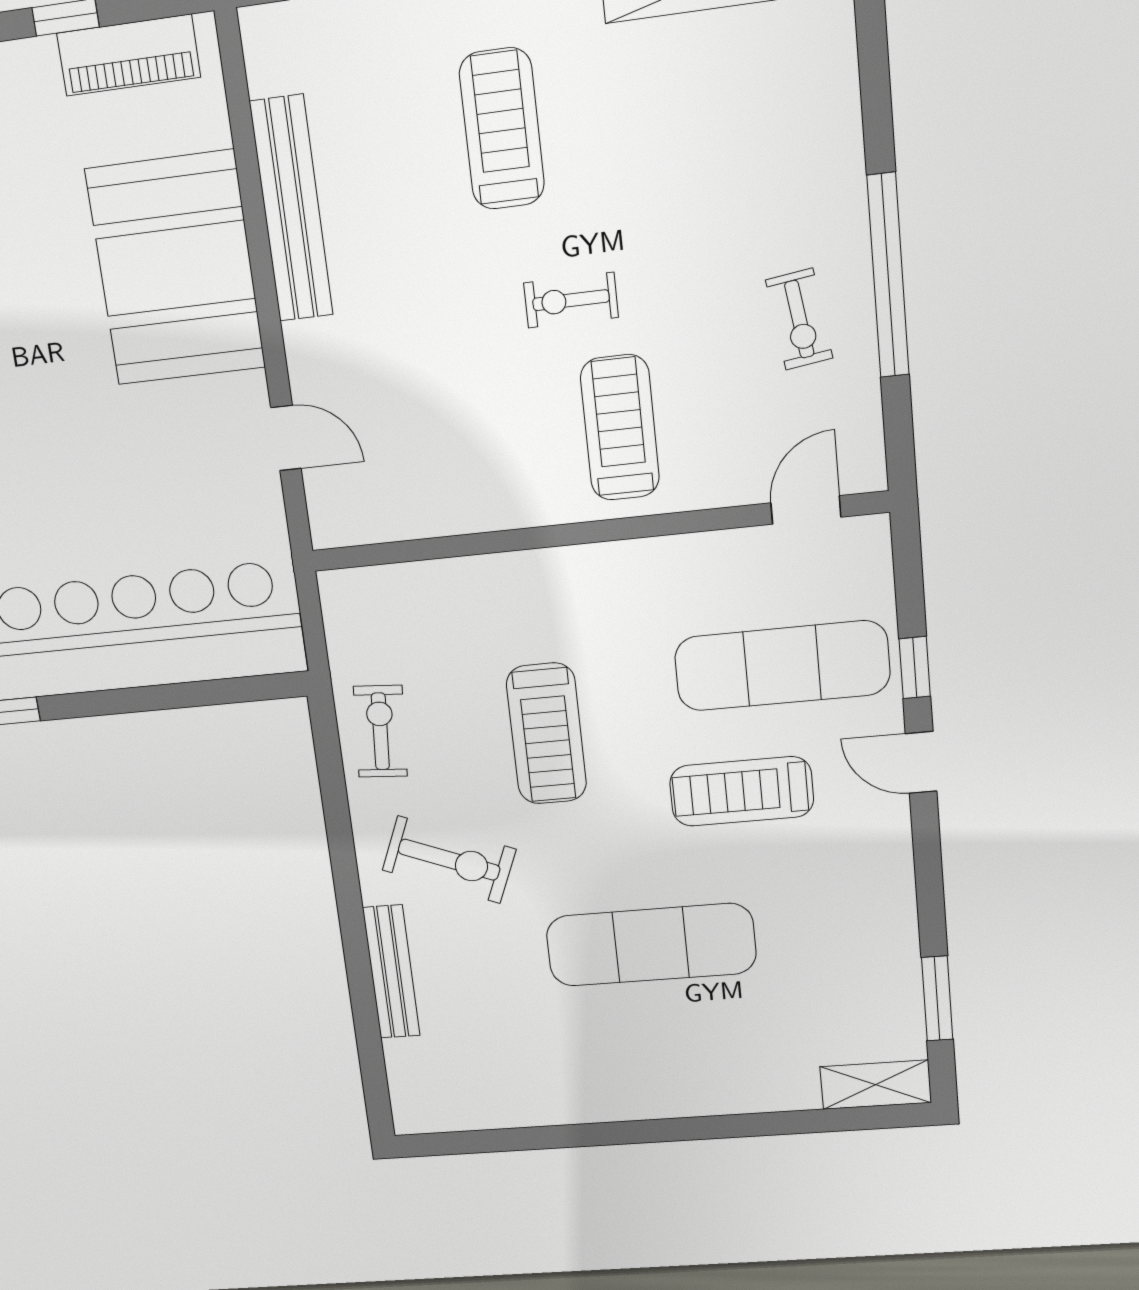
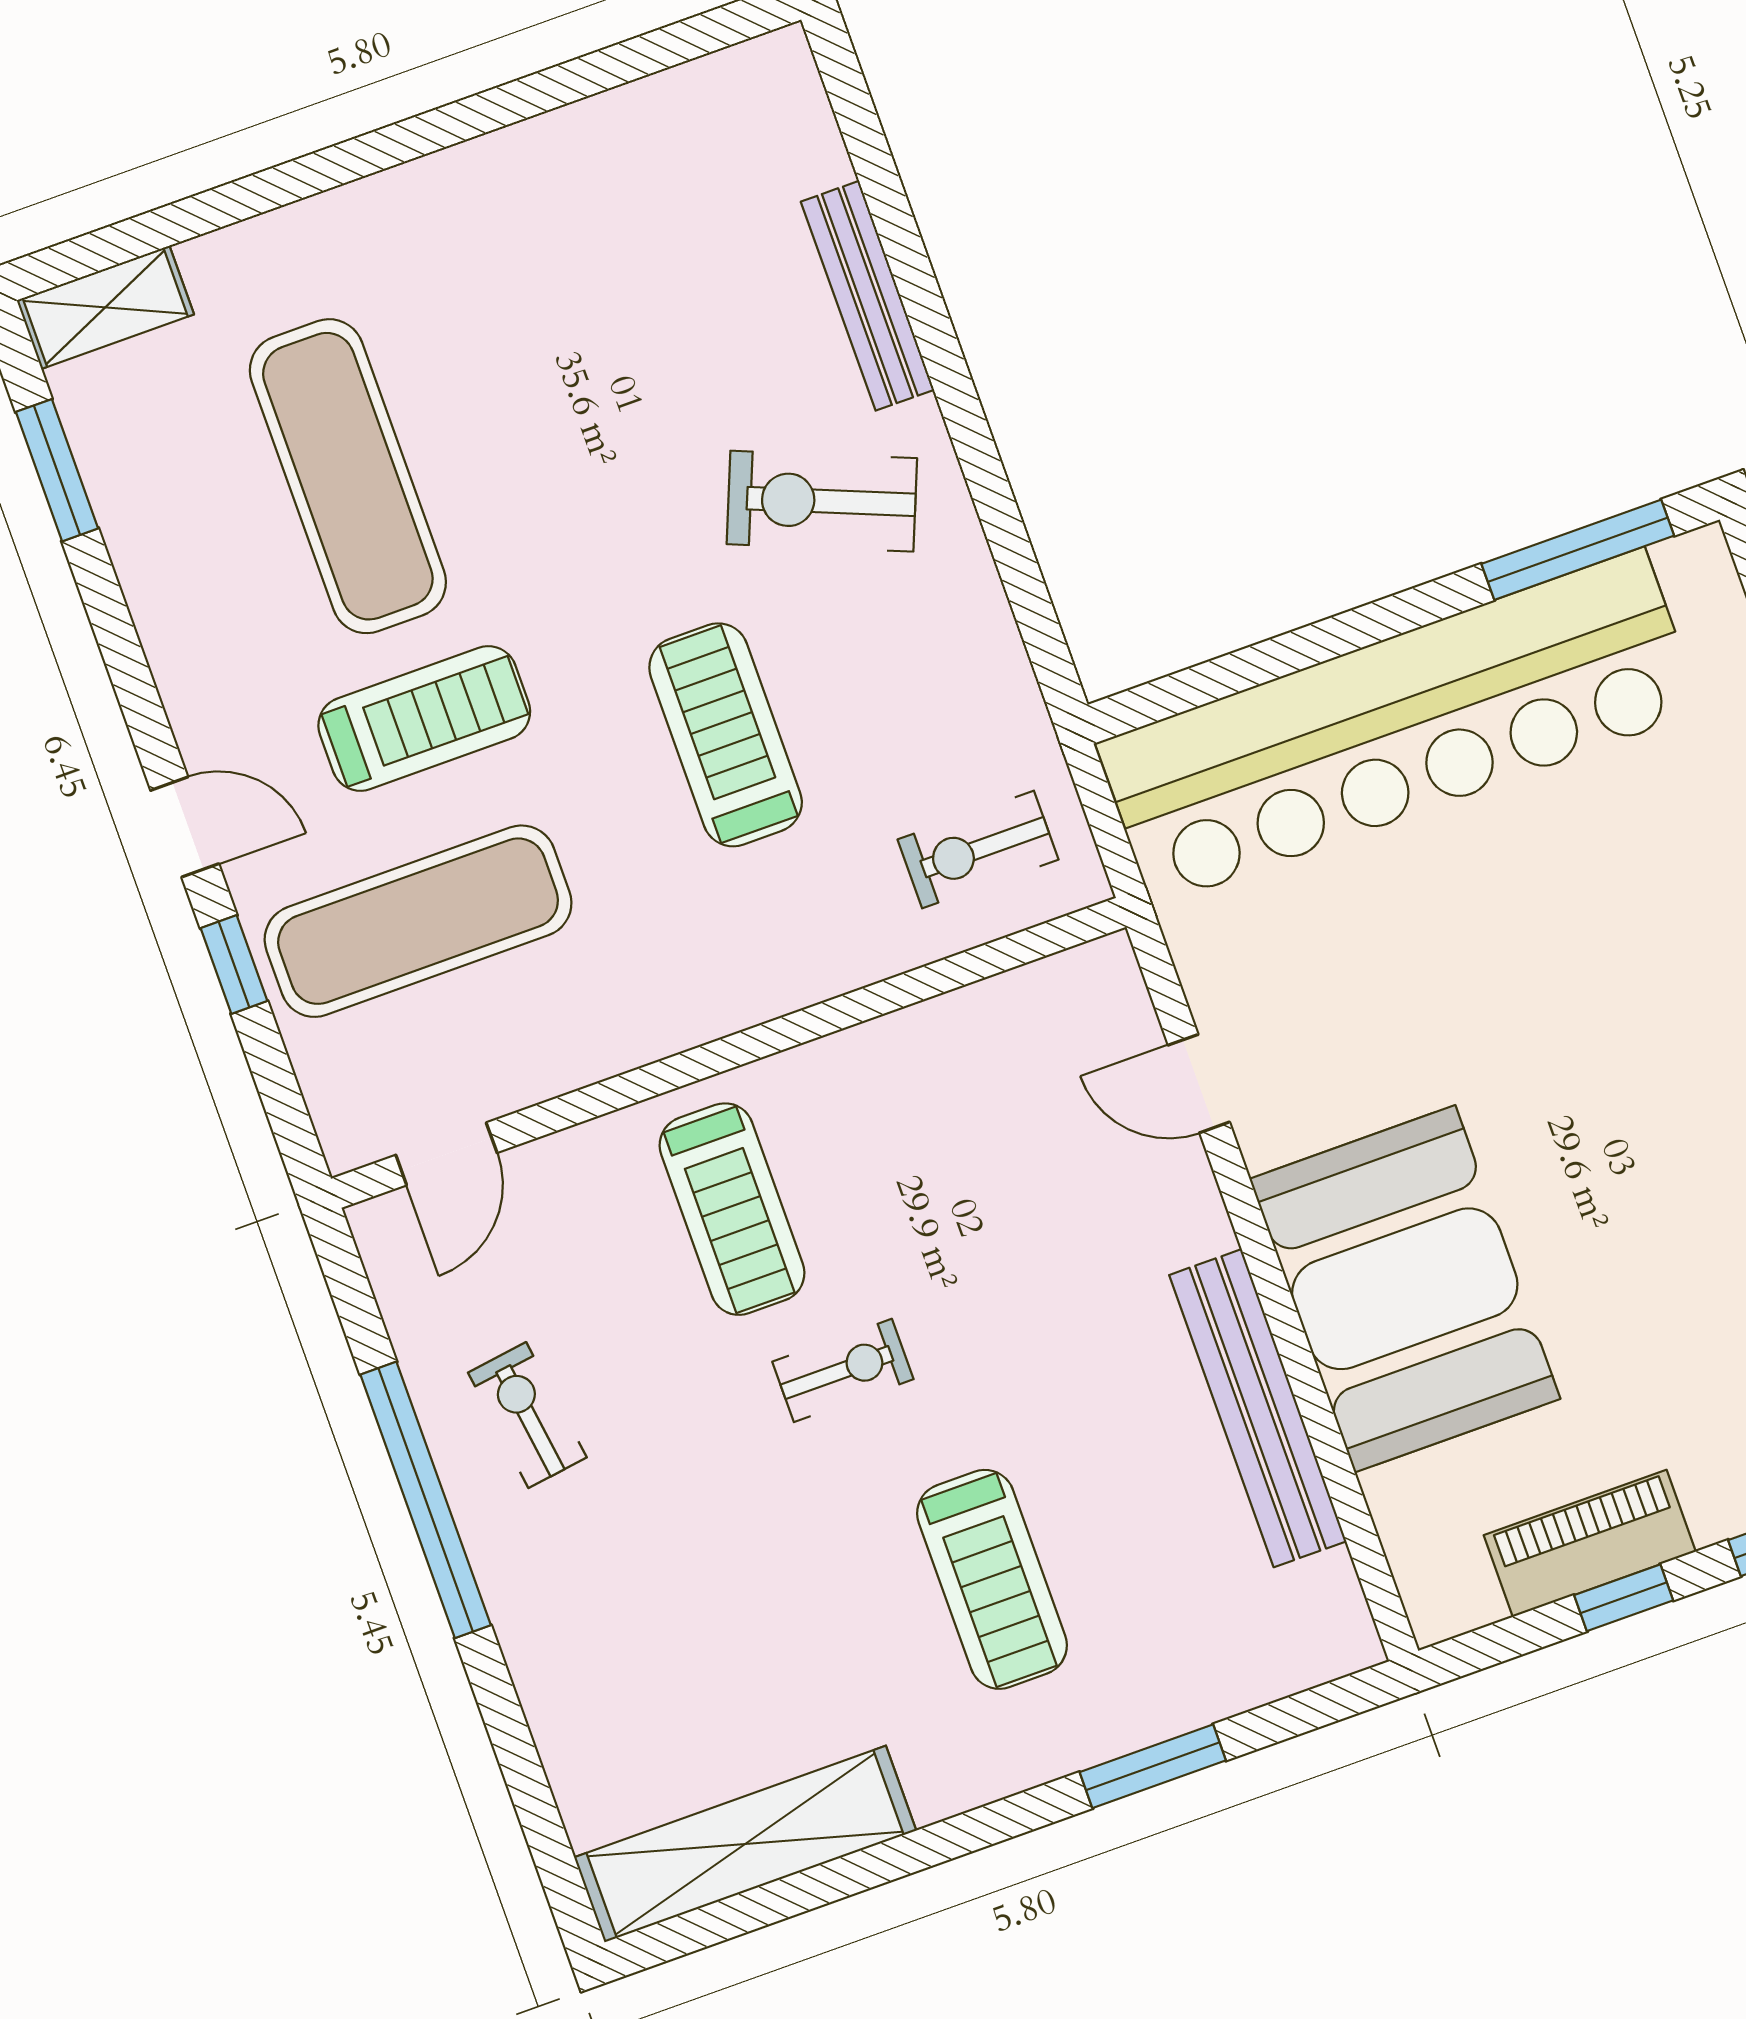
piano: (129, 55) -> (1590, 1543), moved
exercise bike: (380, 731) -> (978, 849), moved, turned 86
exercise mat: (651, 945) -> (348, 476), moved, turned 90

